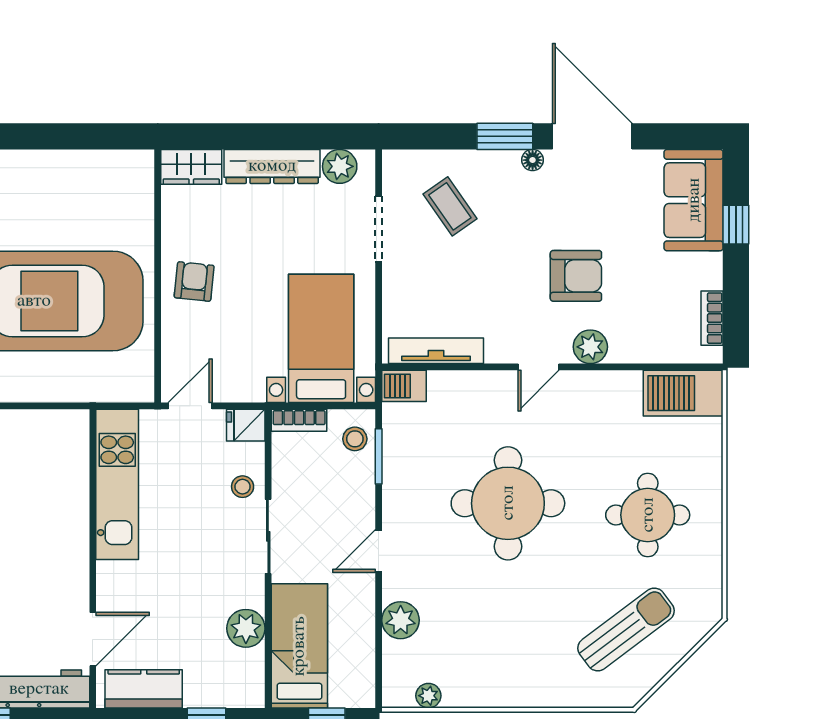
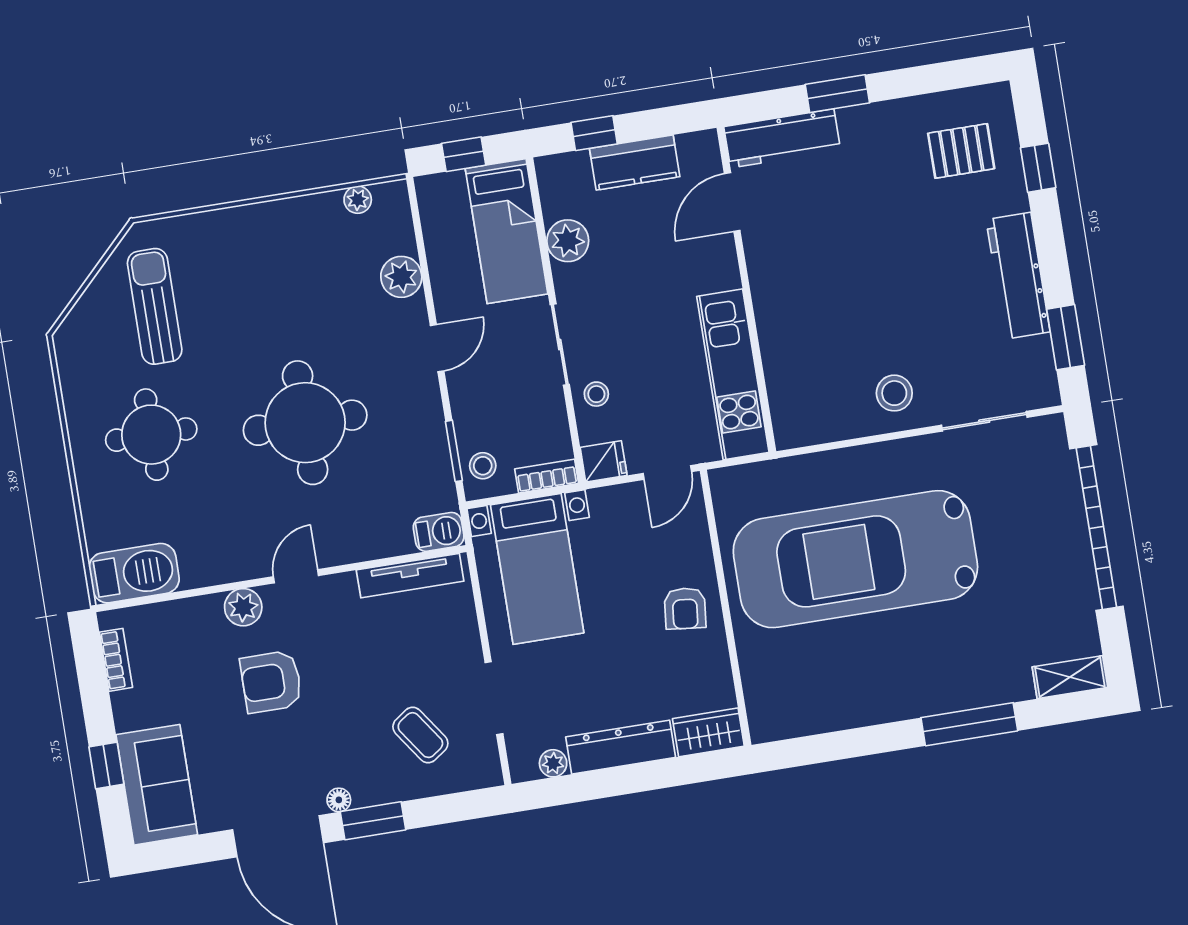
plant: (340, 166) -> (553, 763), width x0.73, depth x0.73
sun lounger: (626, 629) -> (155, 306), turned 127
kitchen counter: (144, 689) -> (635, 162), moved

